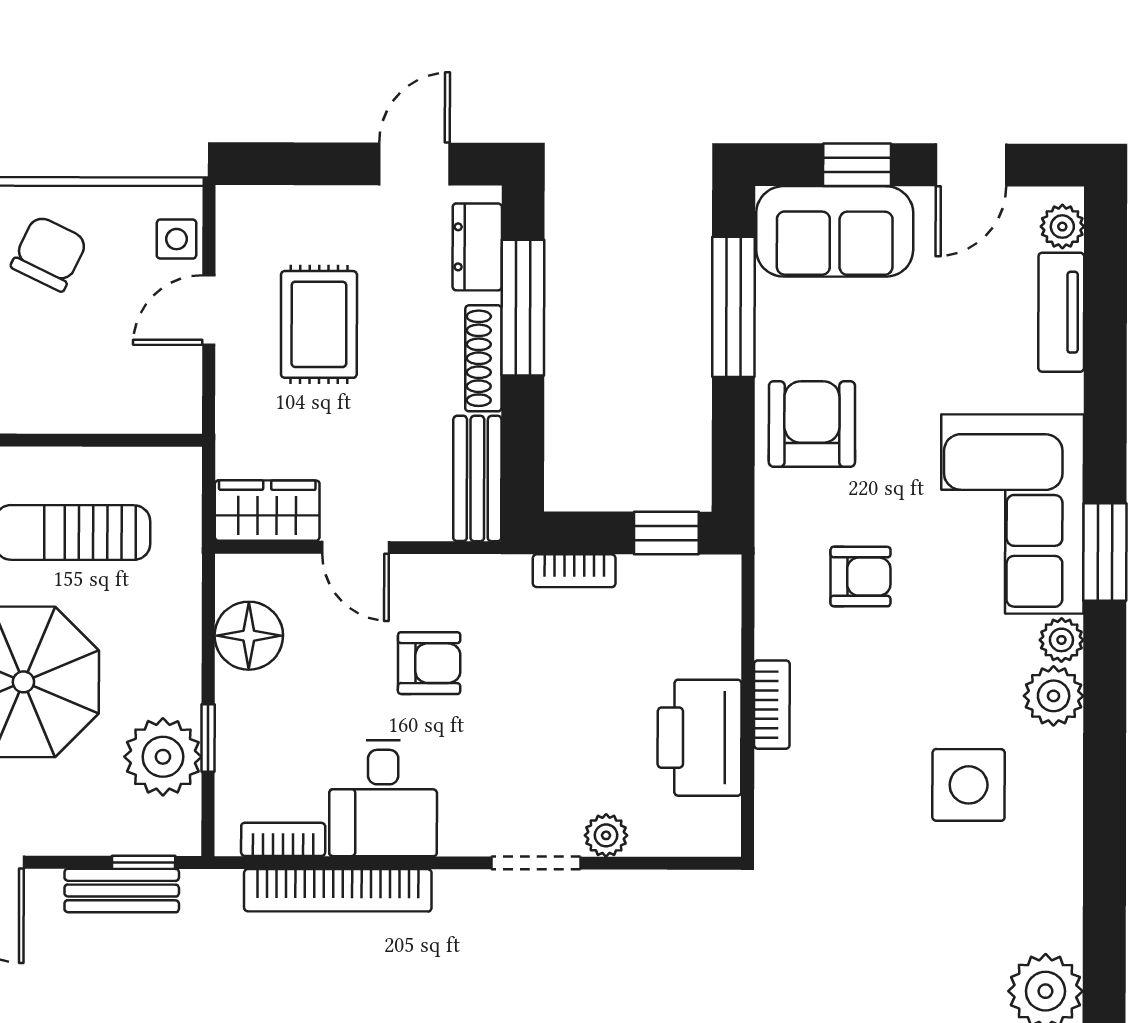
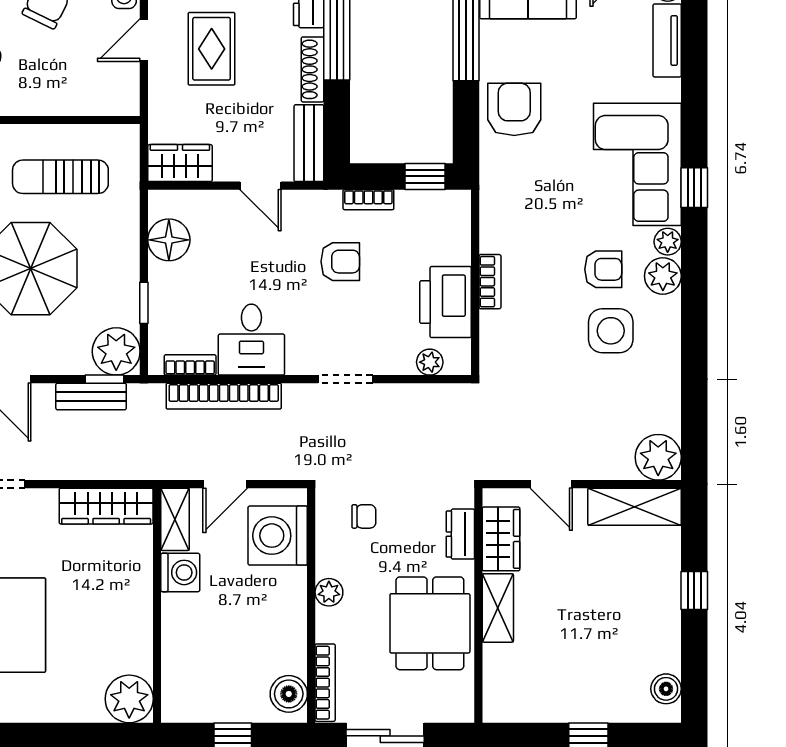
door: (355, 547) -> (261, 186), moved
window: (1105, 552) -> (694, 188), width x0.67
armchair: (860, 577) -> (603, 269), moved
armchair: (429, 663) -> (340, 262), moved
plant: (163, 757) -> (116, 351), moved
plant: (606, 835) -> (430, 362), moved

